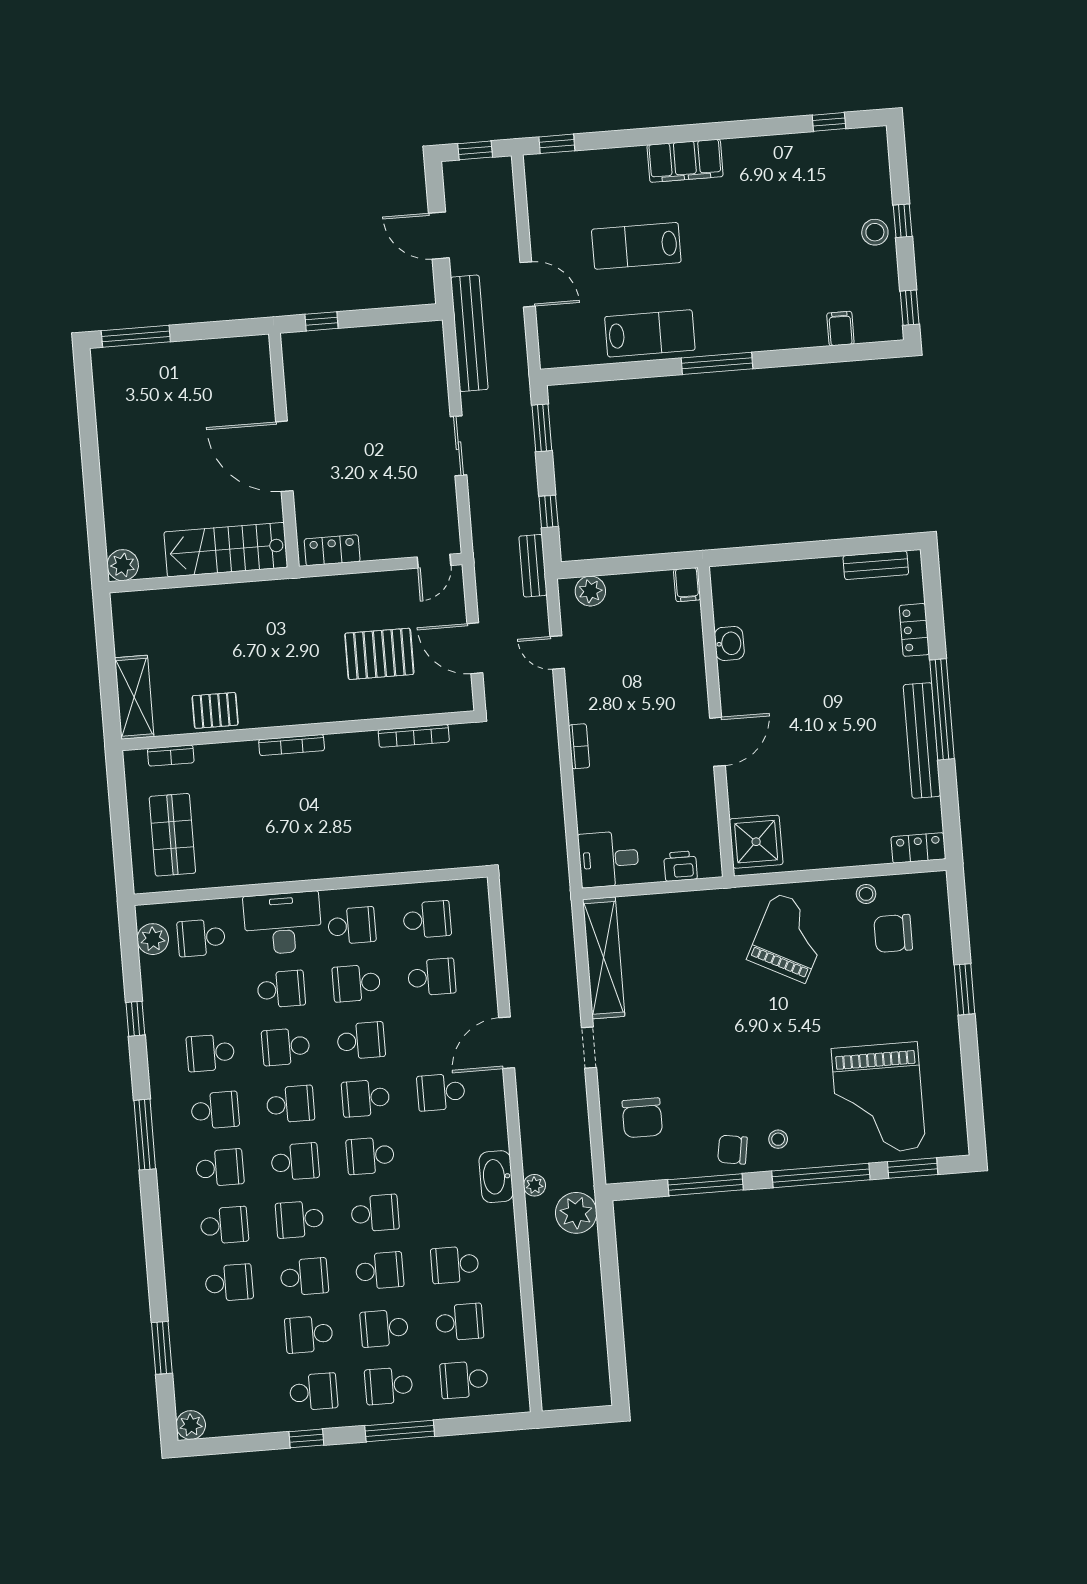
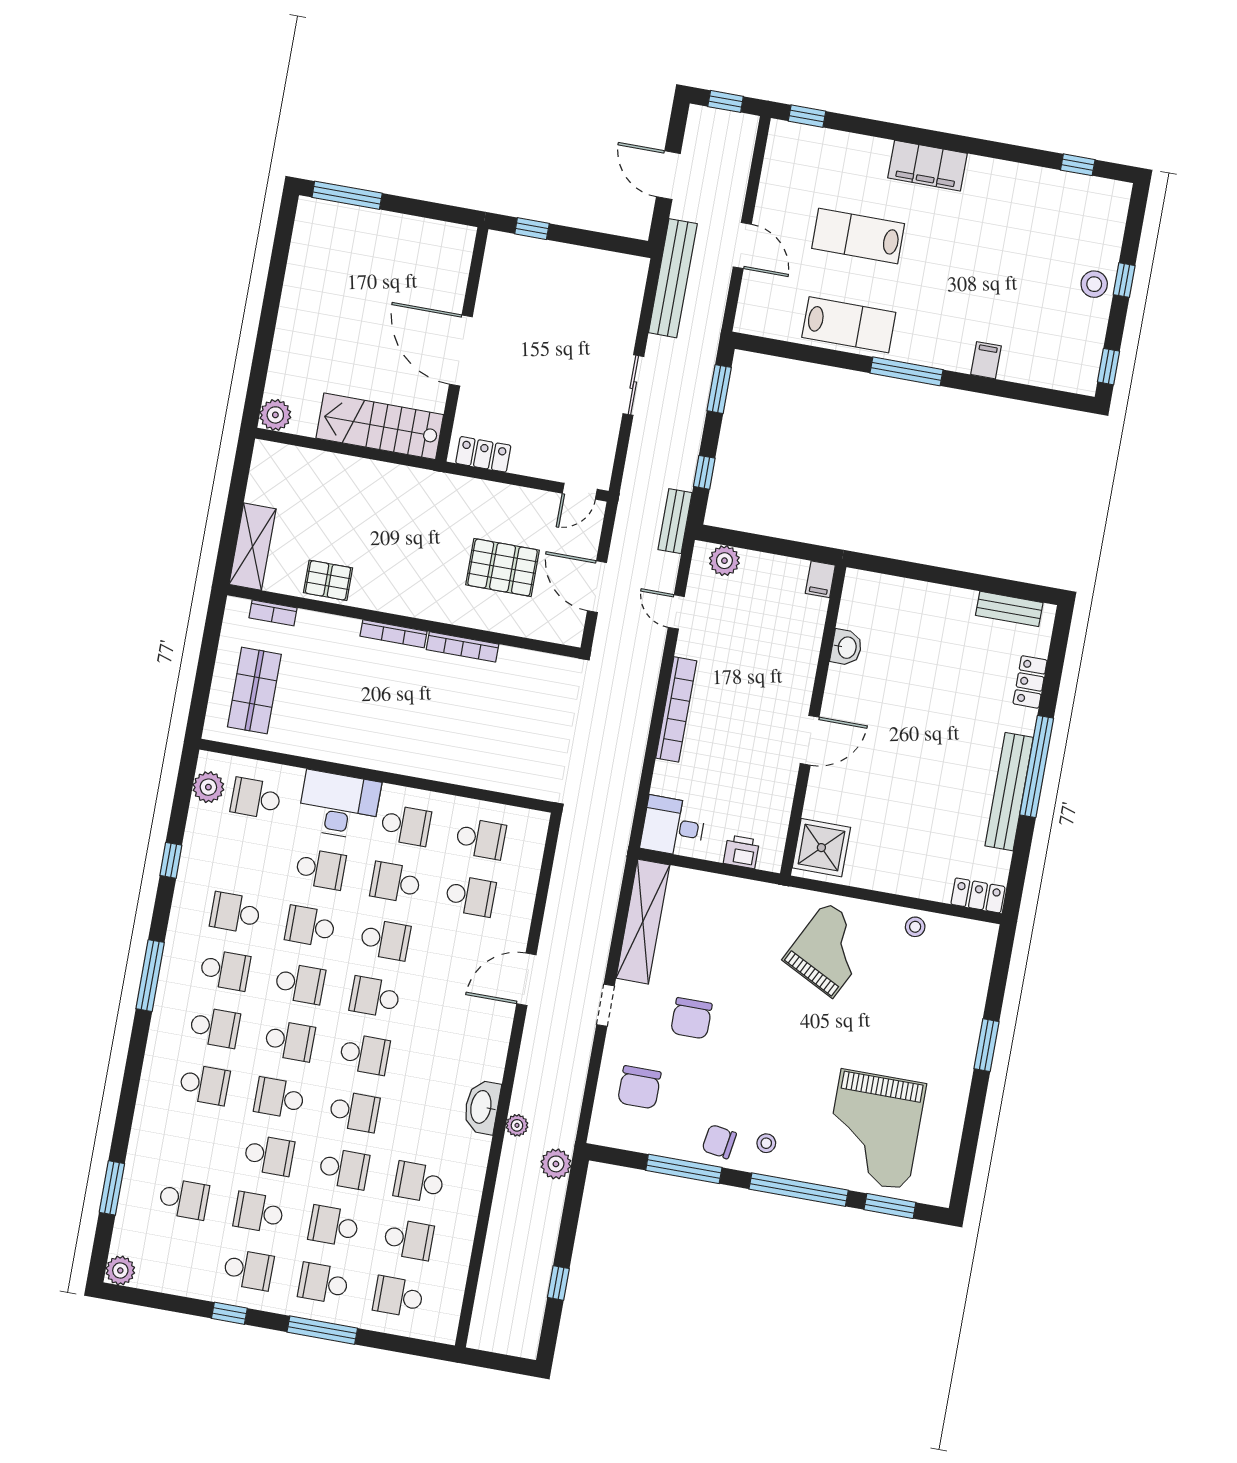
filing cabinet: (840, 329) -> (986, 360), moved
bookcase: (414, 736) -> (463, 647), moved
bookcase: (579, 746) -> (676, 709), width x2.31, depth x1.31
chair: (893, 933) -> (691, 1018), moved, turned -90
school desk: (441, 1092) -> (450, 1010), removed
school desk: (370, 1156) -> (365, 1054), turned 180
plant: (576, 1213) -> (556, 1164), width x0.73, depth x0.73
school desk: (229, 1283) -> (184, 1199), moved
window: (614, 1326) -> (558, 1283), added

